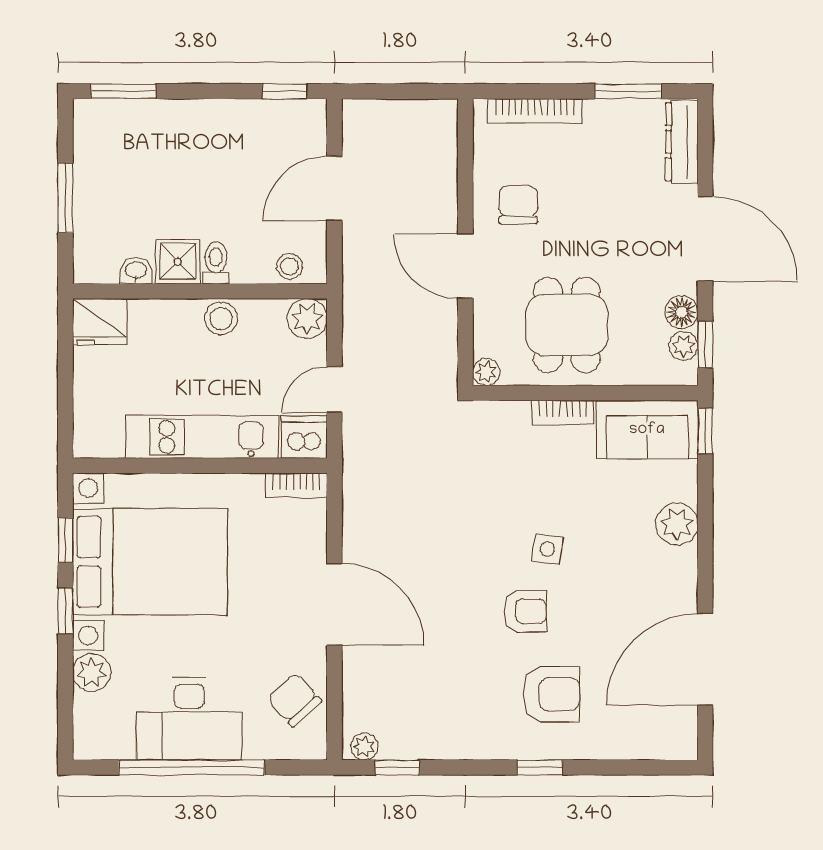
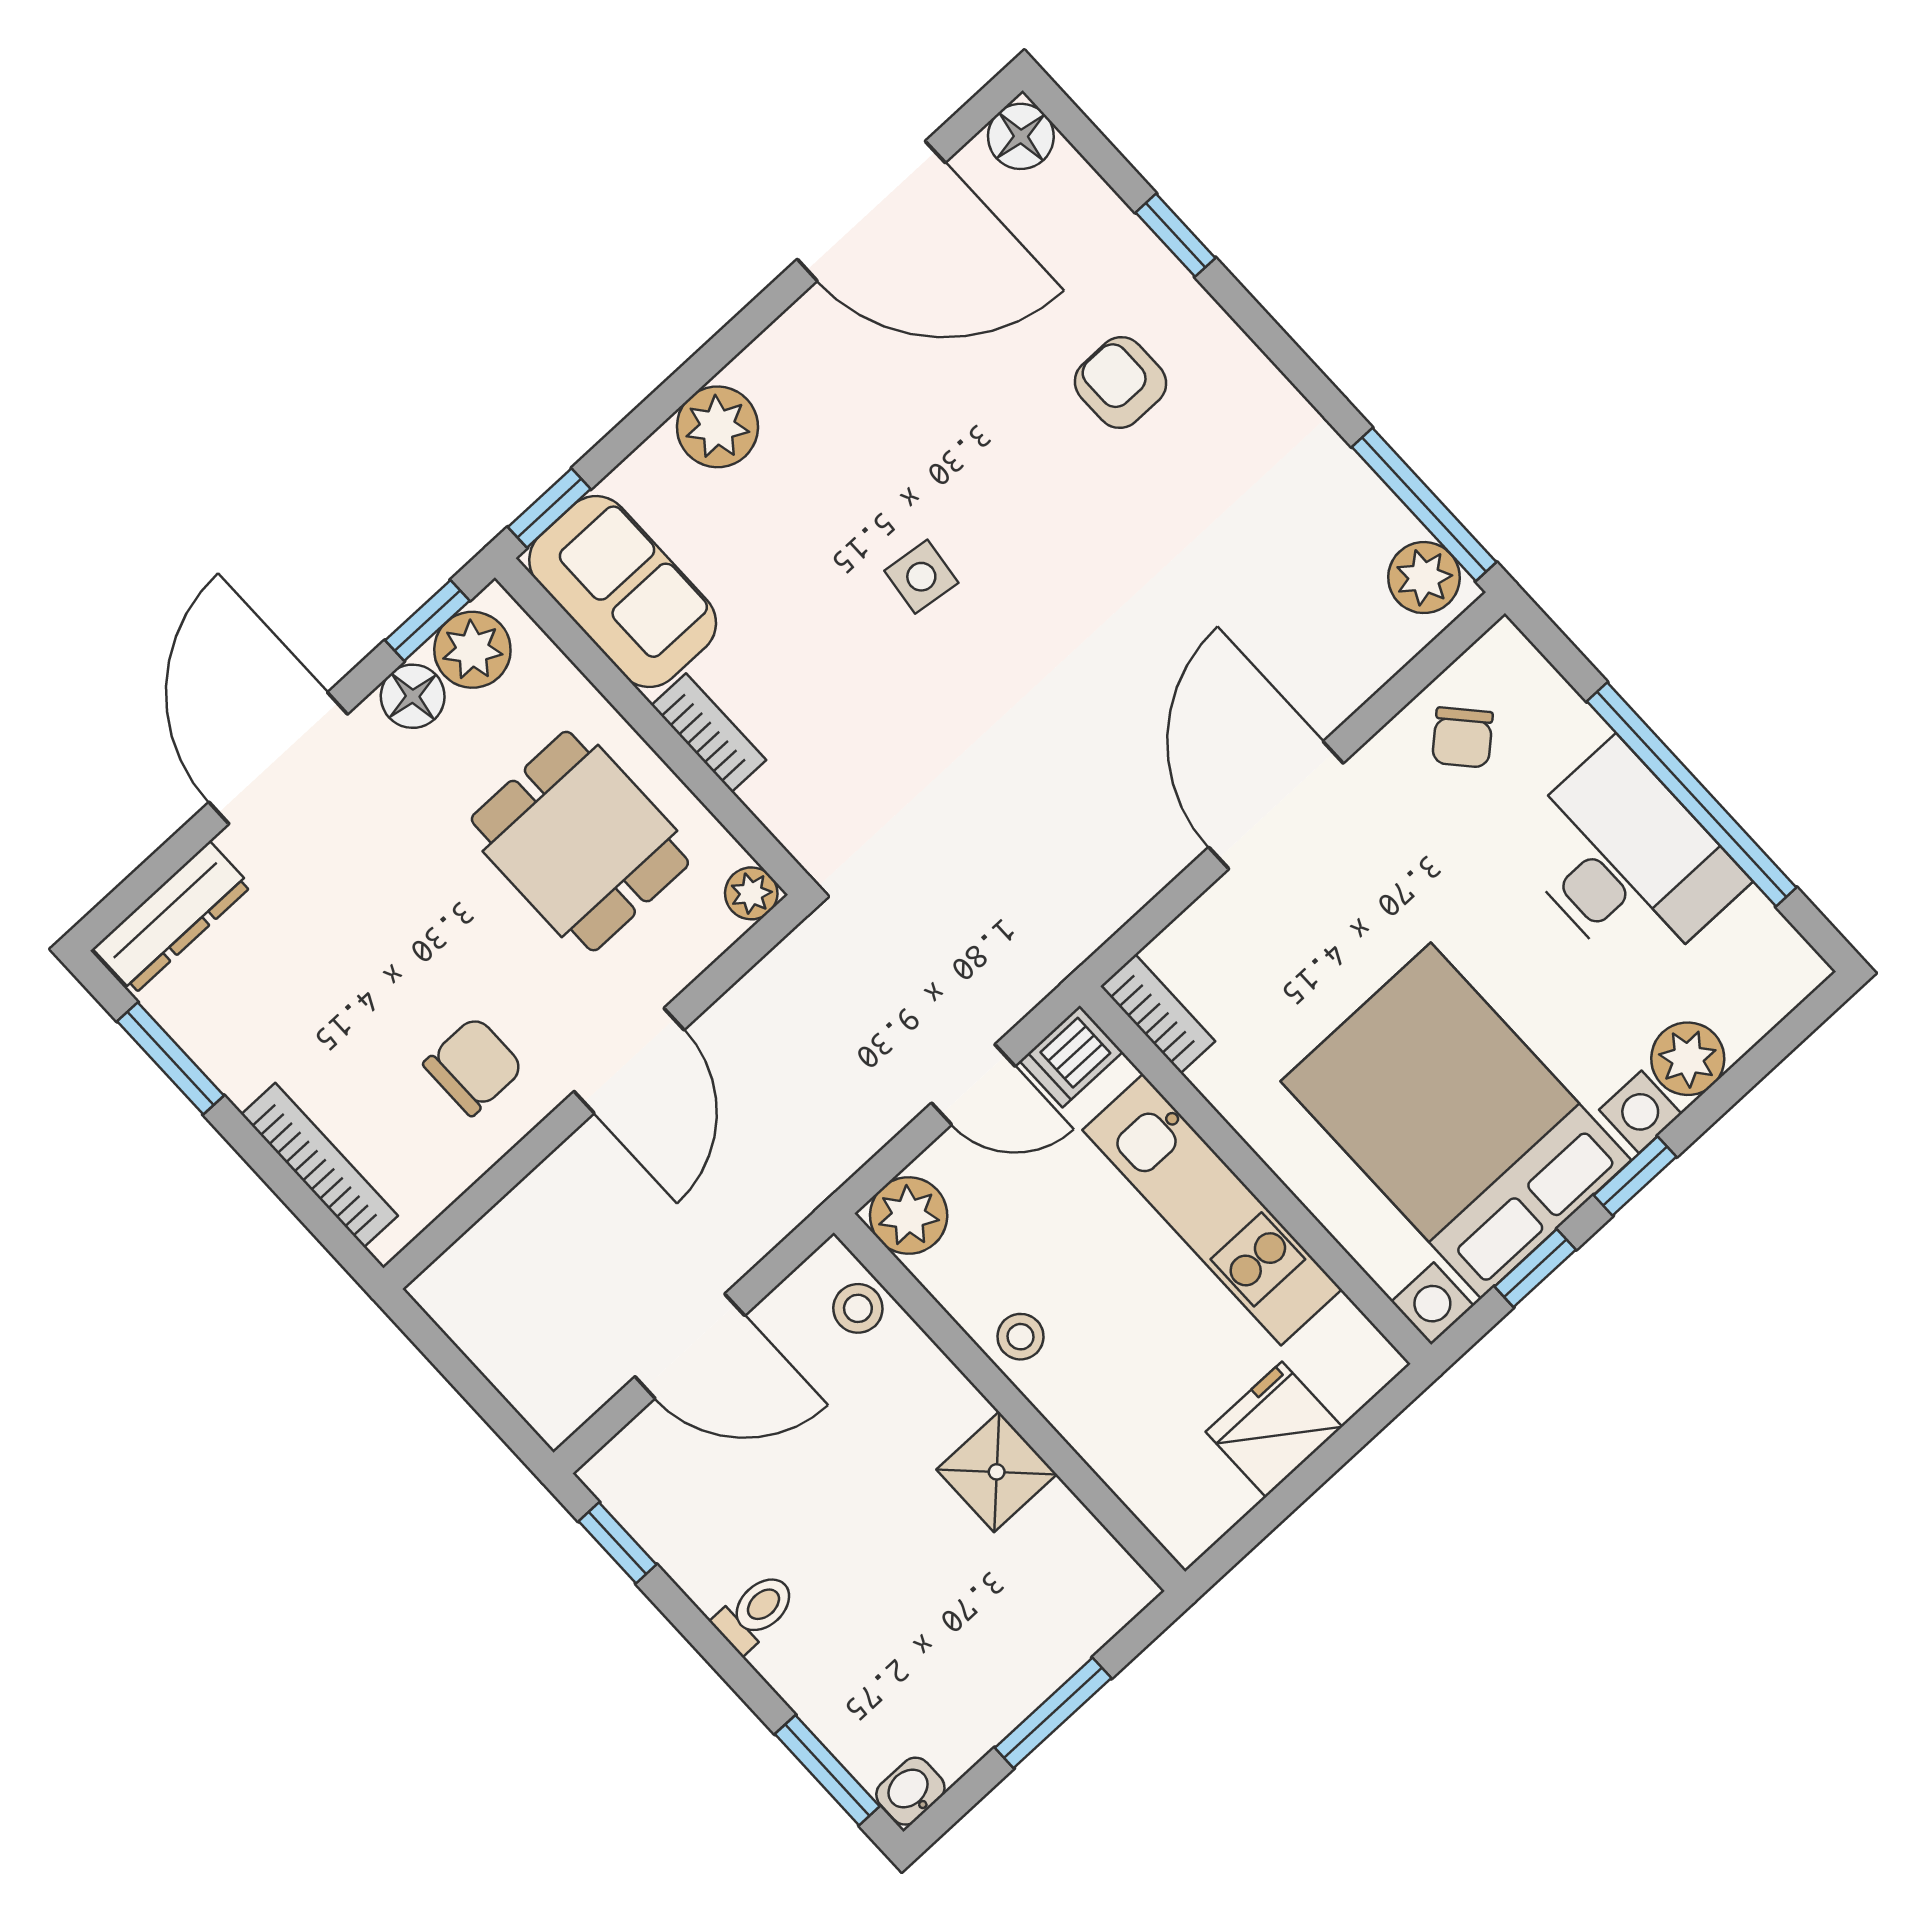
chair: (518, 205) -> (474, 1066), turned 180
toilet: (216, 263) -> (755, 1612), moved, turned 180
washbasin: (136, 271) -> (910, 1791), moved, turned 90
stool: (221, 319) -> (1020, 1337), width x0.73, depth x0.73
fridge: (100, 322) -> (1274, 1429), moved, turned -90
dining table: (567, 325) -> (580, 841), turned 90
plant: (683, 346) -> (472, 650), width x1.38, depth x1.38
dishwasher: (304, 437) -> (1071, 1056), width x0.73
armchair: (525, 611) -> (1037, 527), removed
armchair: (551, 694) -> (1120, 383), width x0.72, depth x0.72
chair: (294, 700) -> (1462, 737), width x0.73, depth x0.73
floor lamp: (681, 743) -> (1021, 136), added
plant: (364, 747) -> (1424, 578), width x1.38, depth x1.38
window: (397, 767) -> (1424, 504), width x2.17
window: (540, 767) -> (1176, 235), moved

